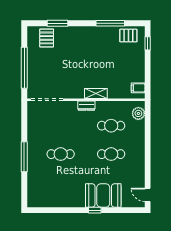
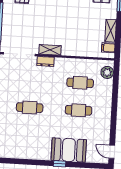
shelving: (140, 70) -> (111, 31), added
shelving: (96, 94) -> (50, 50), moved
dresser: (86, 106) -> (45, 61), moved

